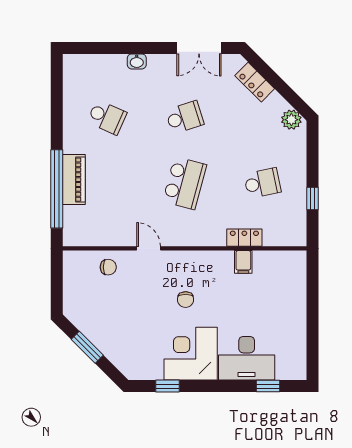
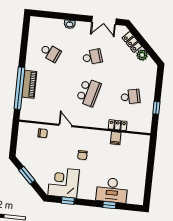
plant: (291, 120) -> (142, 55), moved
corner desk: (191, 354) -> (64, 183), moved
window: (268, 386) -> (109, 205), moved

